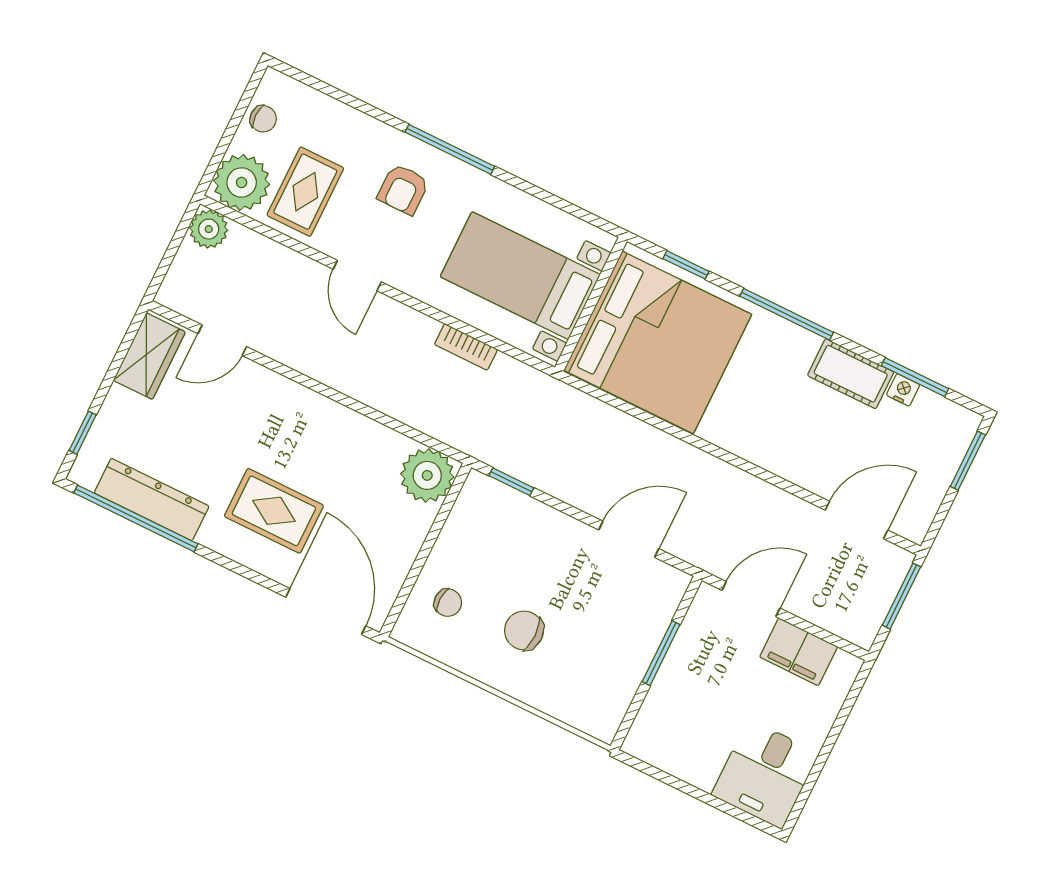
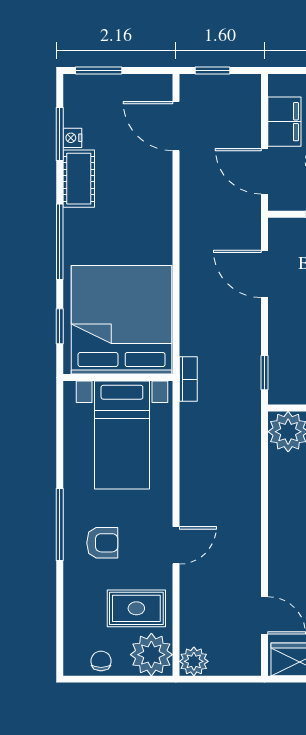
bookcase: (466, 347) -> (188, 379), moved
window: (902, 596) -> (212, 70), width x0.67

